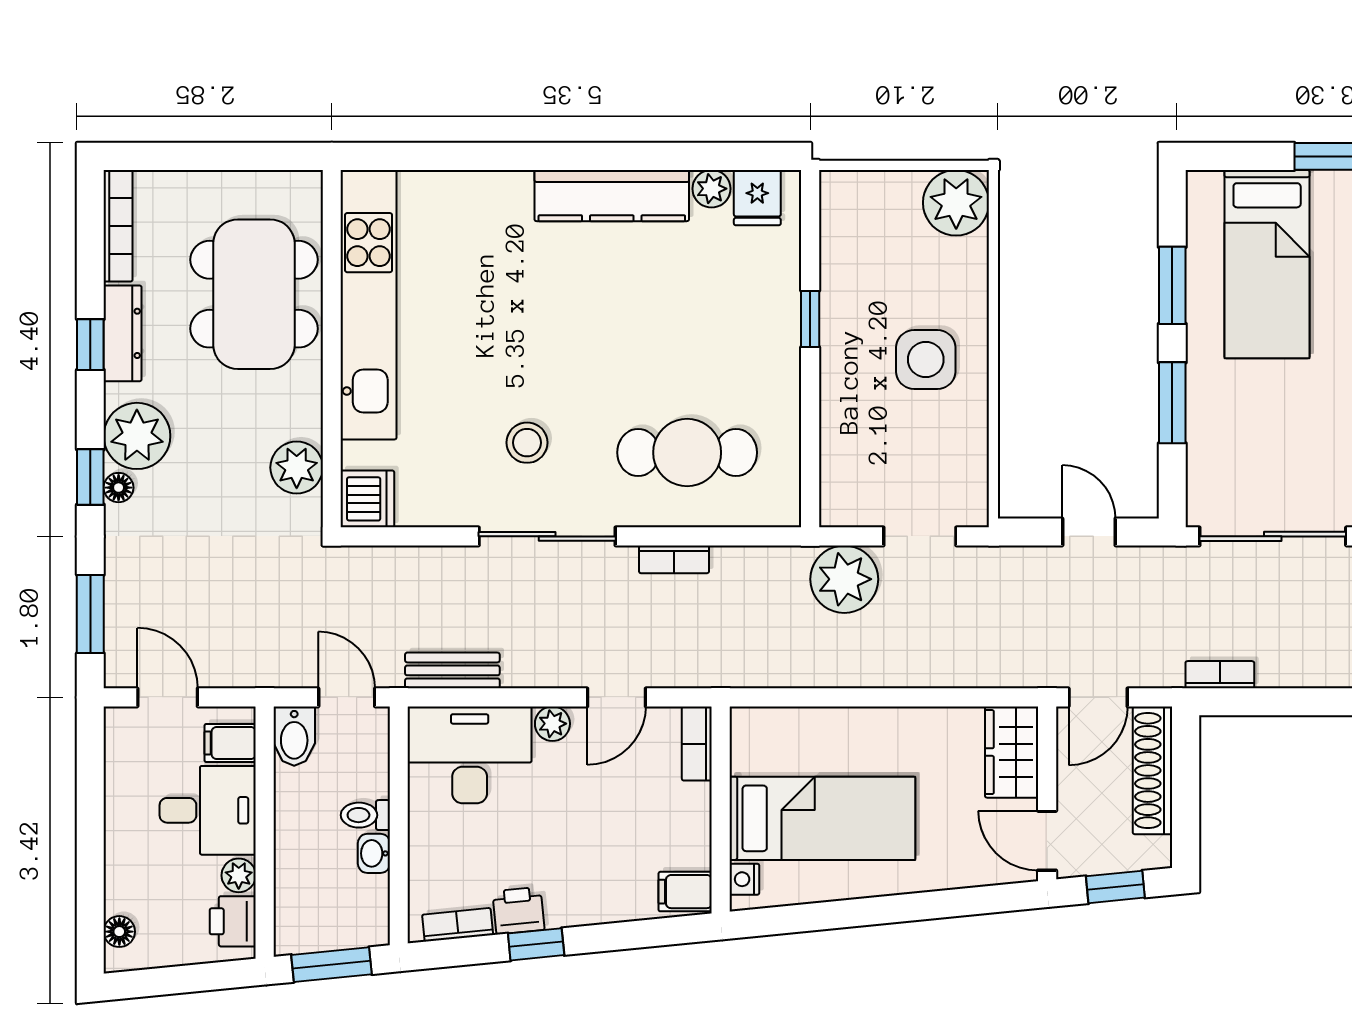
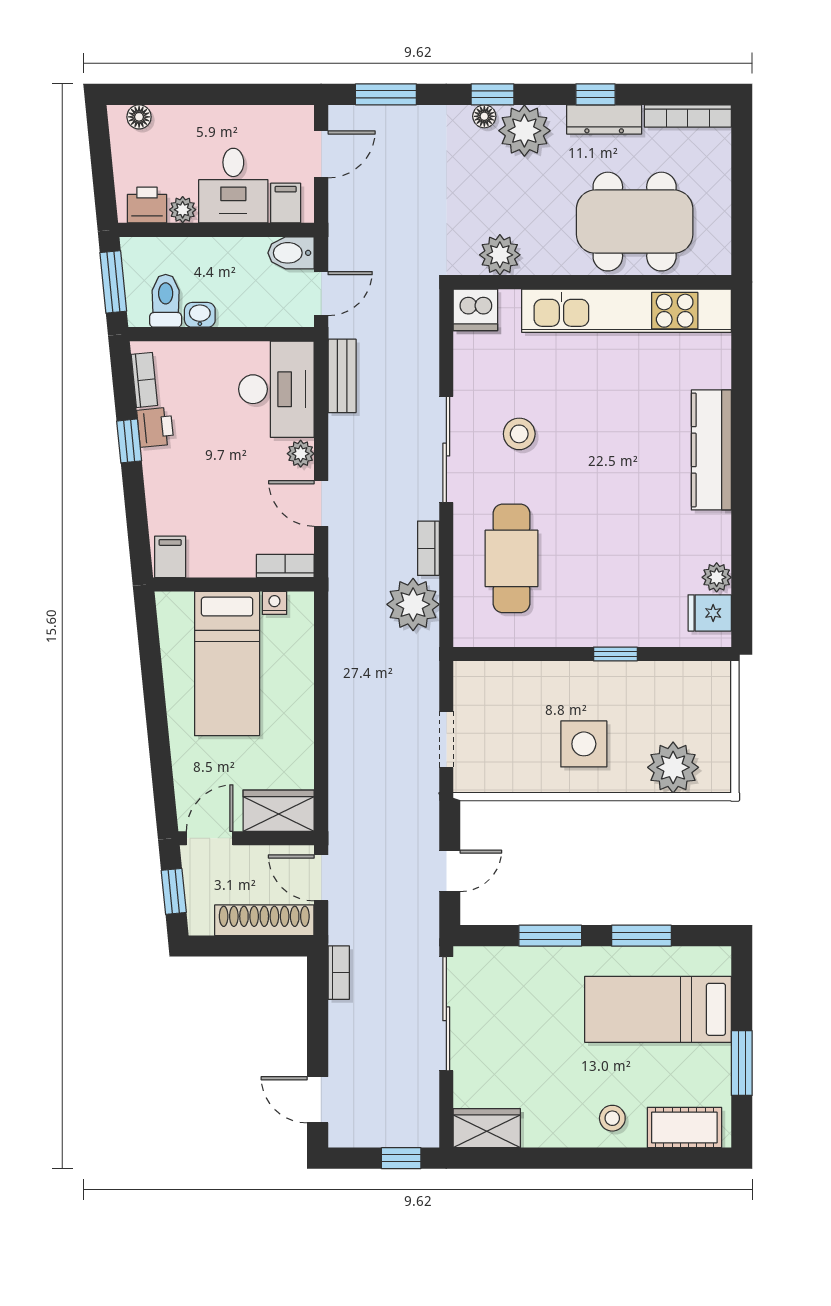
kitchen counter: (612, 196) -> (711, 450), moved
plant: (956, 203) -> (673, 767), moved
plant: (844, 579) -> (413, 604), moved
toilet: (365, 815) -> (166, 301), moved, width x1.37, depth x1.39
nightstand: (744, 879) -> (274, 603), moved

